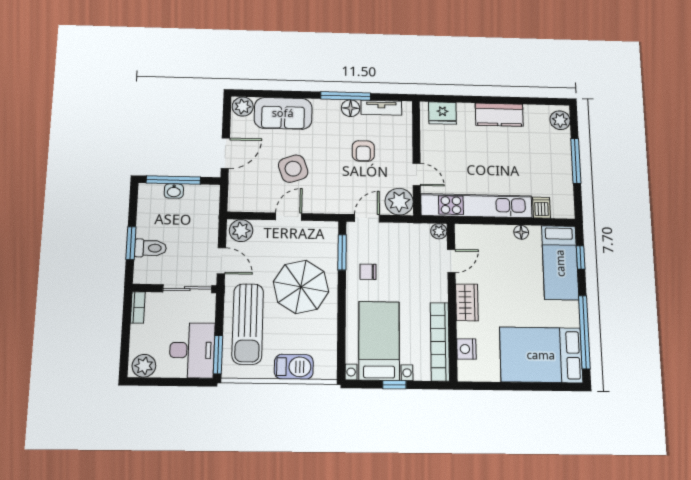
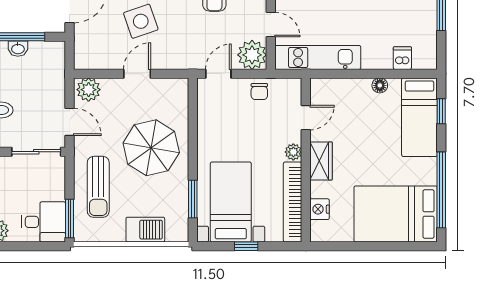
kitchen unit: (476, 206) -> (318, 57), width x0.73
plant: (439, 231) -> (293, 152), moved
window: (342, 252) -> (193, 199), moved
chair: (368, 272) -> (259, 91), moved, turned -90
sun lounger: (248, 324) -> (98, 187), width x0.73, depth x0.75
desk: (192, 350) -> (44, 222), width x0.73

